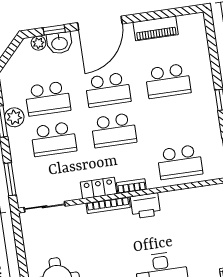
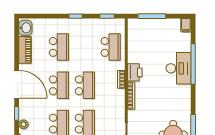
washbasin: (59, 43) -> (25, 28), moved
locker: (98, 188) -> (119, 100), removed

